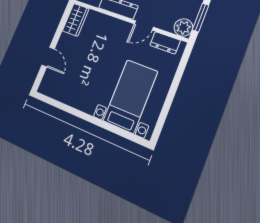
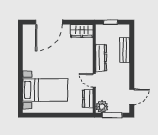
door: (48, 57) -> (49, 22), width x1.87

